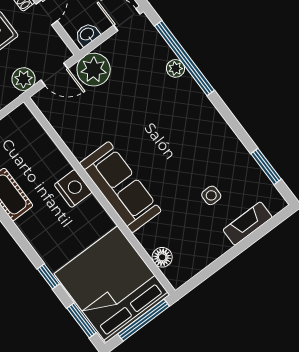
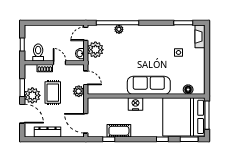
plant: (94, 70) -> (95, 50), moved
door: (54, 74) -> (86, 78), hinge flipped
fireplace: (248, 224) -> (200, 36), moved

